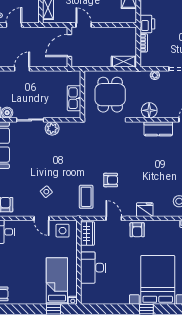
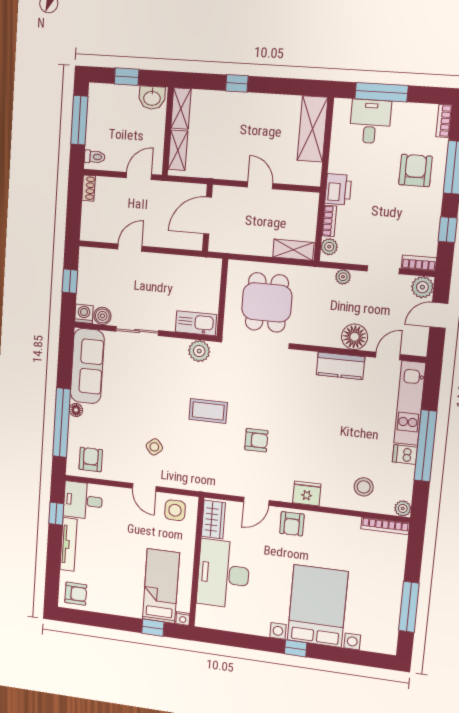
door: (14, 25) -> (139, 176), moved
door: (84, 25) -> (260, 185), moved
plant: (145, 58) -> (329, 247), added
kitchen sink: (74, 98) -> (196, 323), moved, turned 90
floor lamp: (149, 110) -> (355, 337), moved
plant: (52, 128) -> (199, 351), moved
coffee table: (86, 197) -> (208, 411), moved, turned 90
door: (114, 218) -> (256, 501), swing flipped
desk: (93, 268) -> (223, 574), width x1.36, depth x1.30

